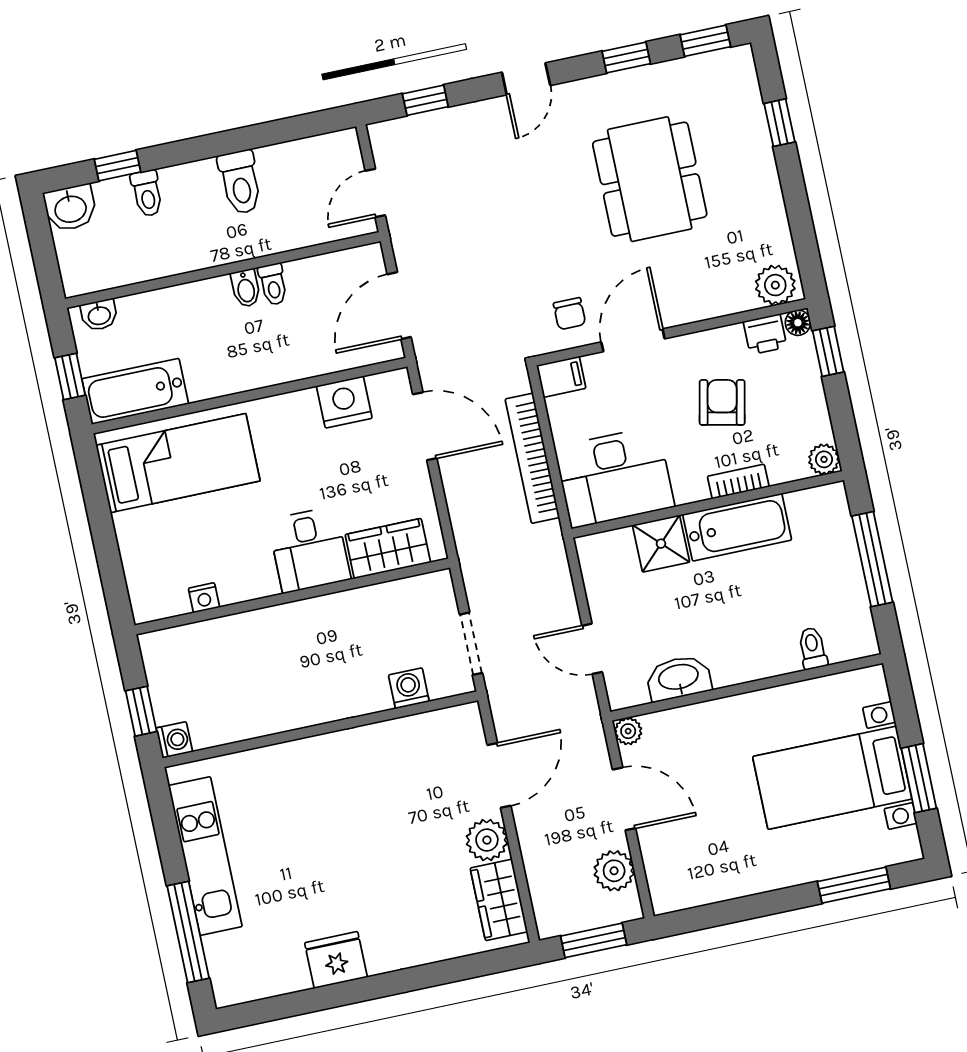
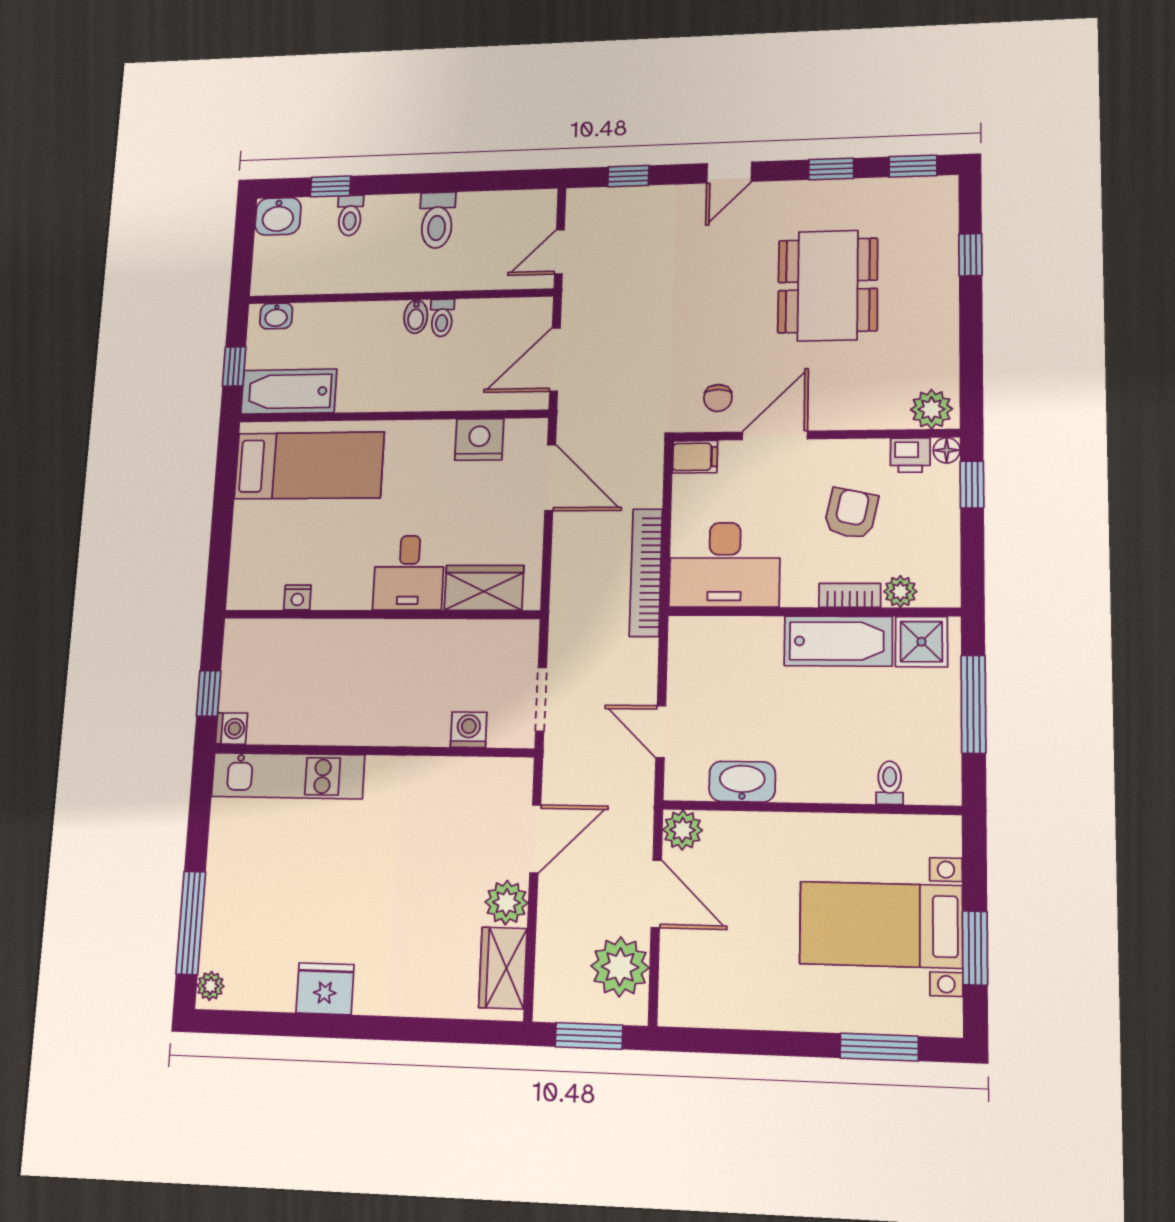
bookcase: (532, 458) -> (646, 572), moved
plant: (824, 459) -> (900, 592), moved
shower: (661, 544) -> (921, 642), moved
plant: (628, 731) -> (683, 830), width x1.38, depth x1.38
kitchen unit: (205, 856) -> (288, 776), moved, turned 90
plant: (614, 871) -> (620, 967), width x1.36, depth x1.36
plant: (225, 985) -> (210, 986), added

